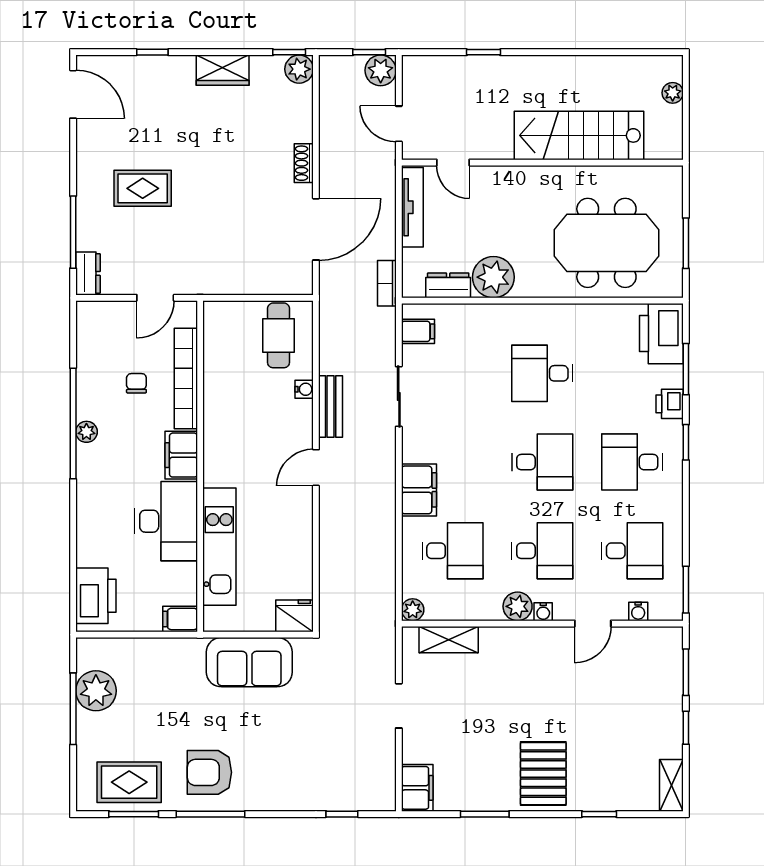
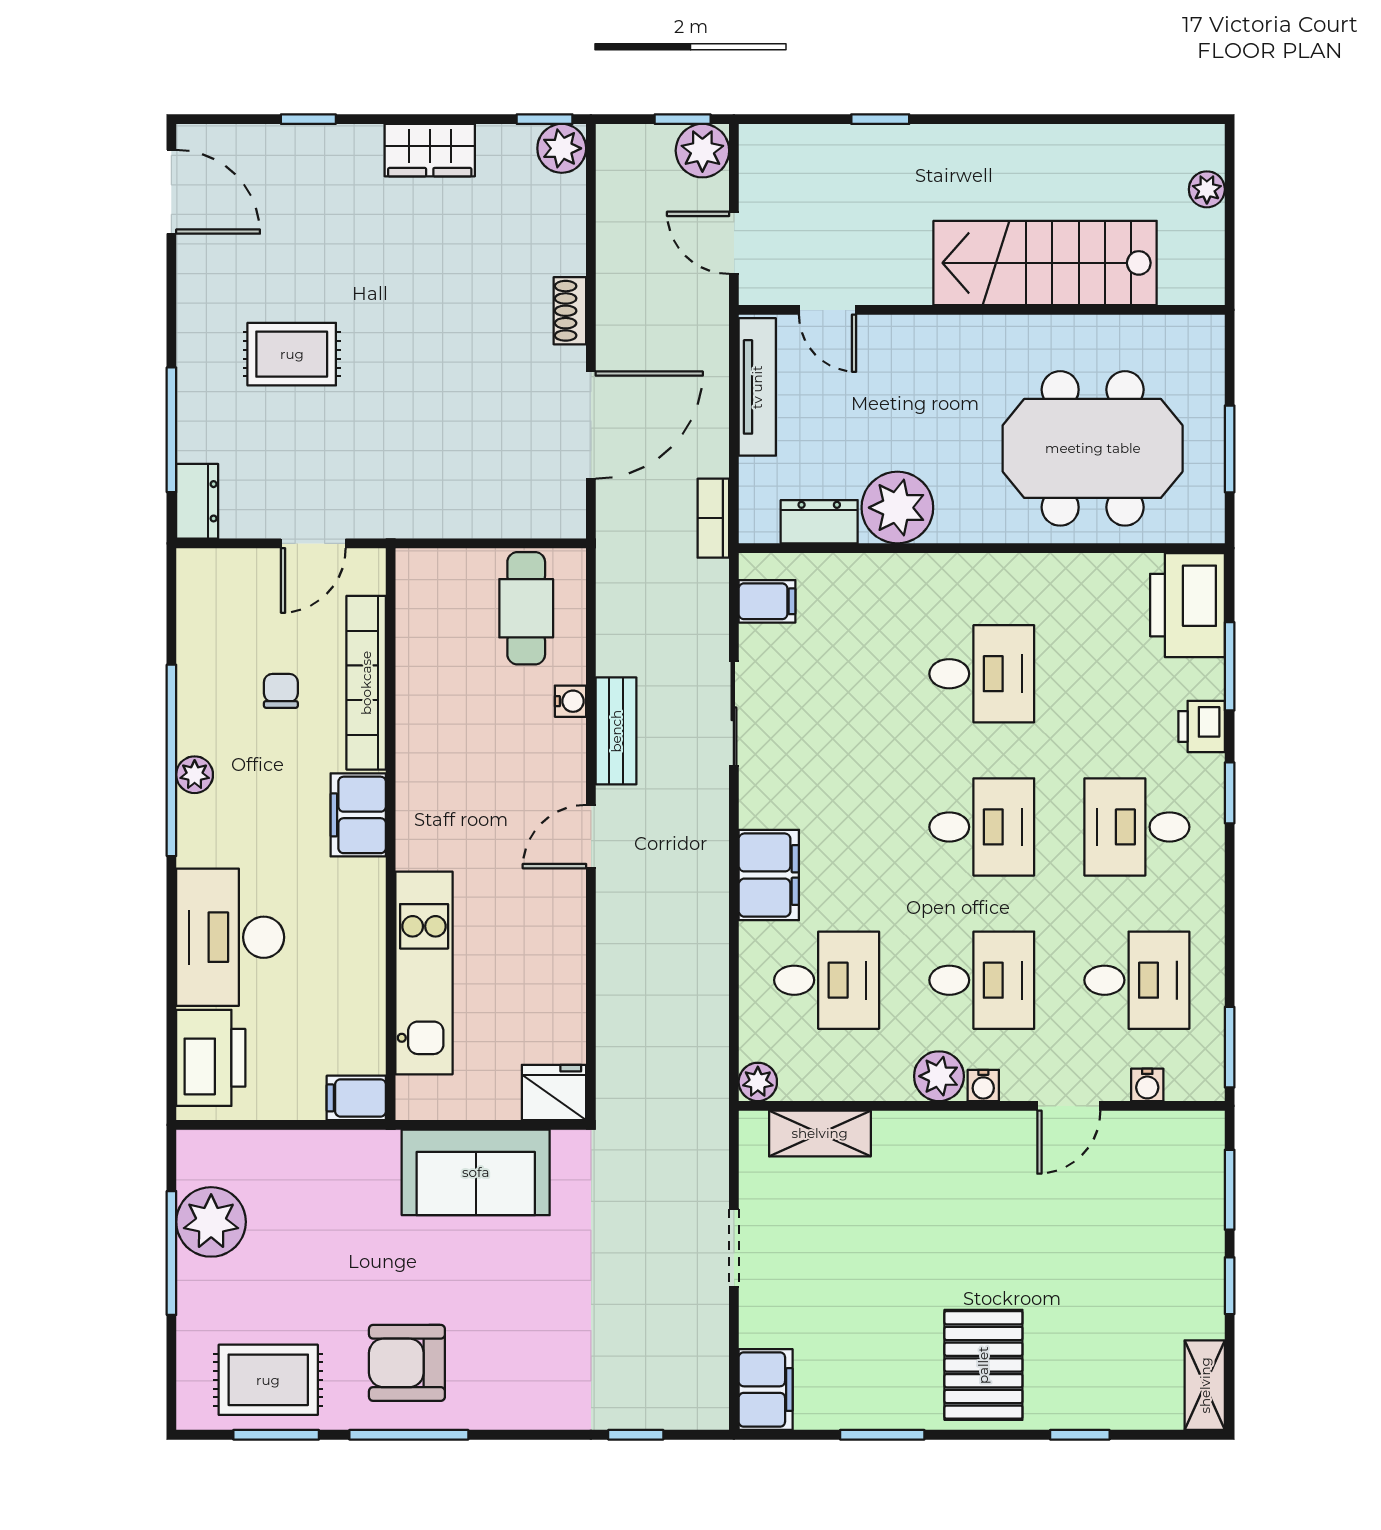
desk: (542, 373) -> (982, 674), turned 180
desk: (166, 521) -> (230, 937), moved, turned 180

